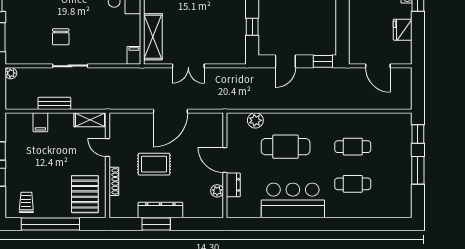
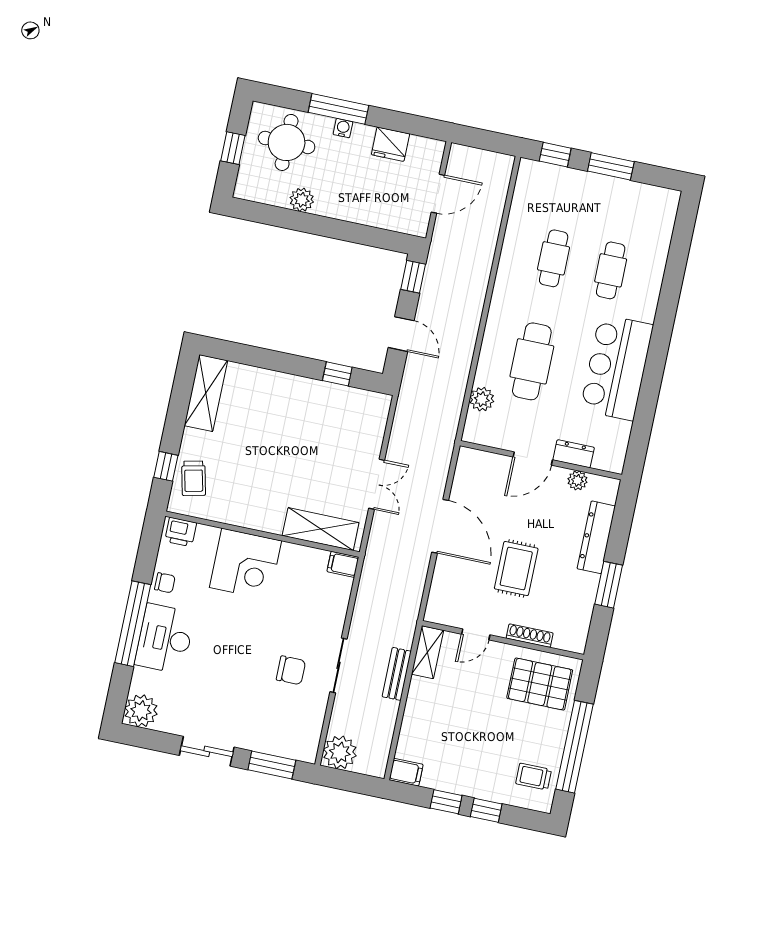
plant: (11, 73) -> (340, 752), width x1.88, depth x1.88
bench: (54, 103) -> (397, 674), moved
filing cabinet: (40, 122) -> (406, 772), moved
dresser: (160, 210) -> (596, 537), moved

